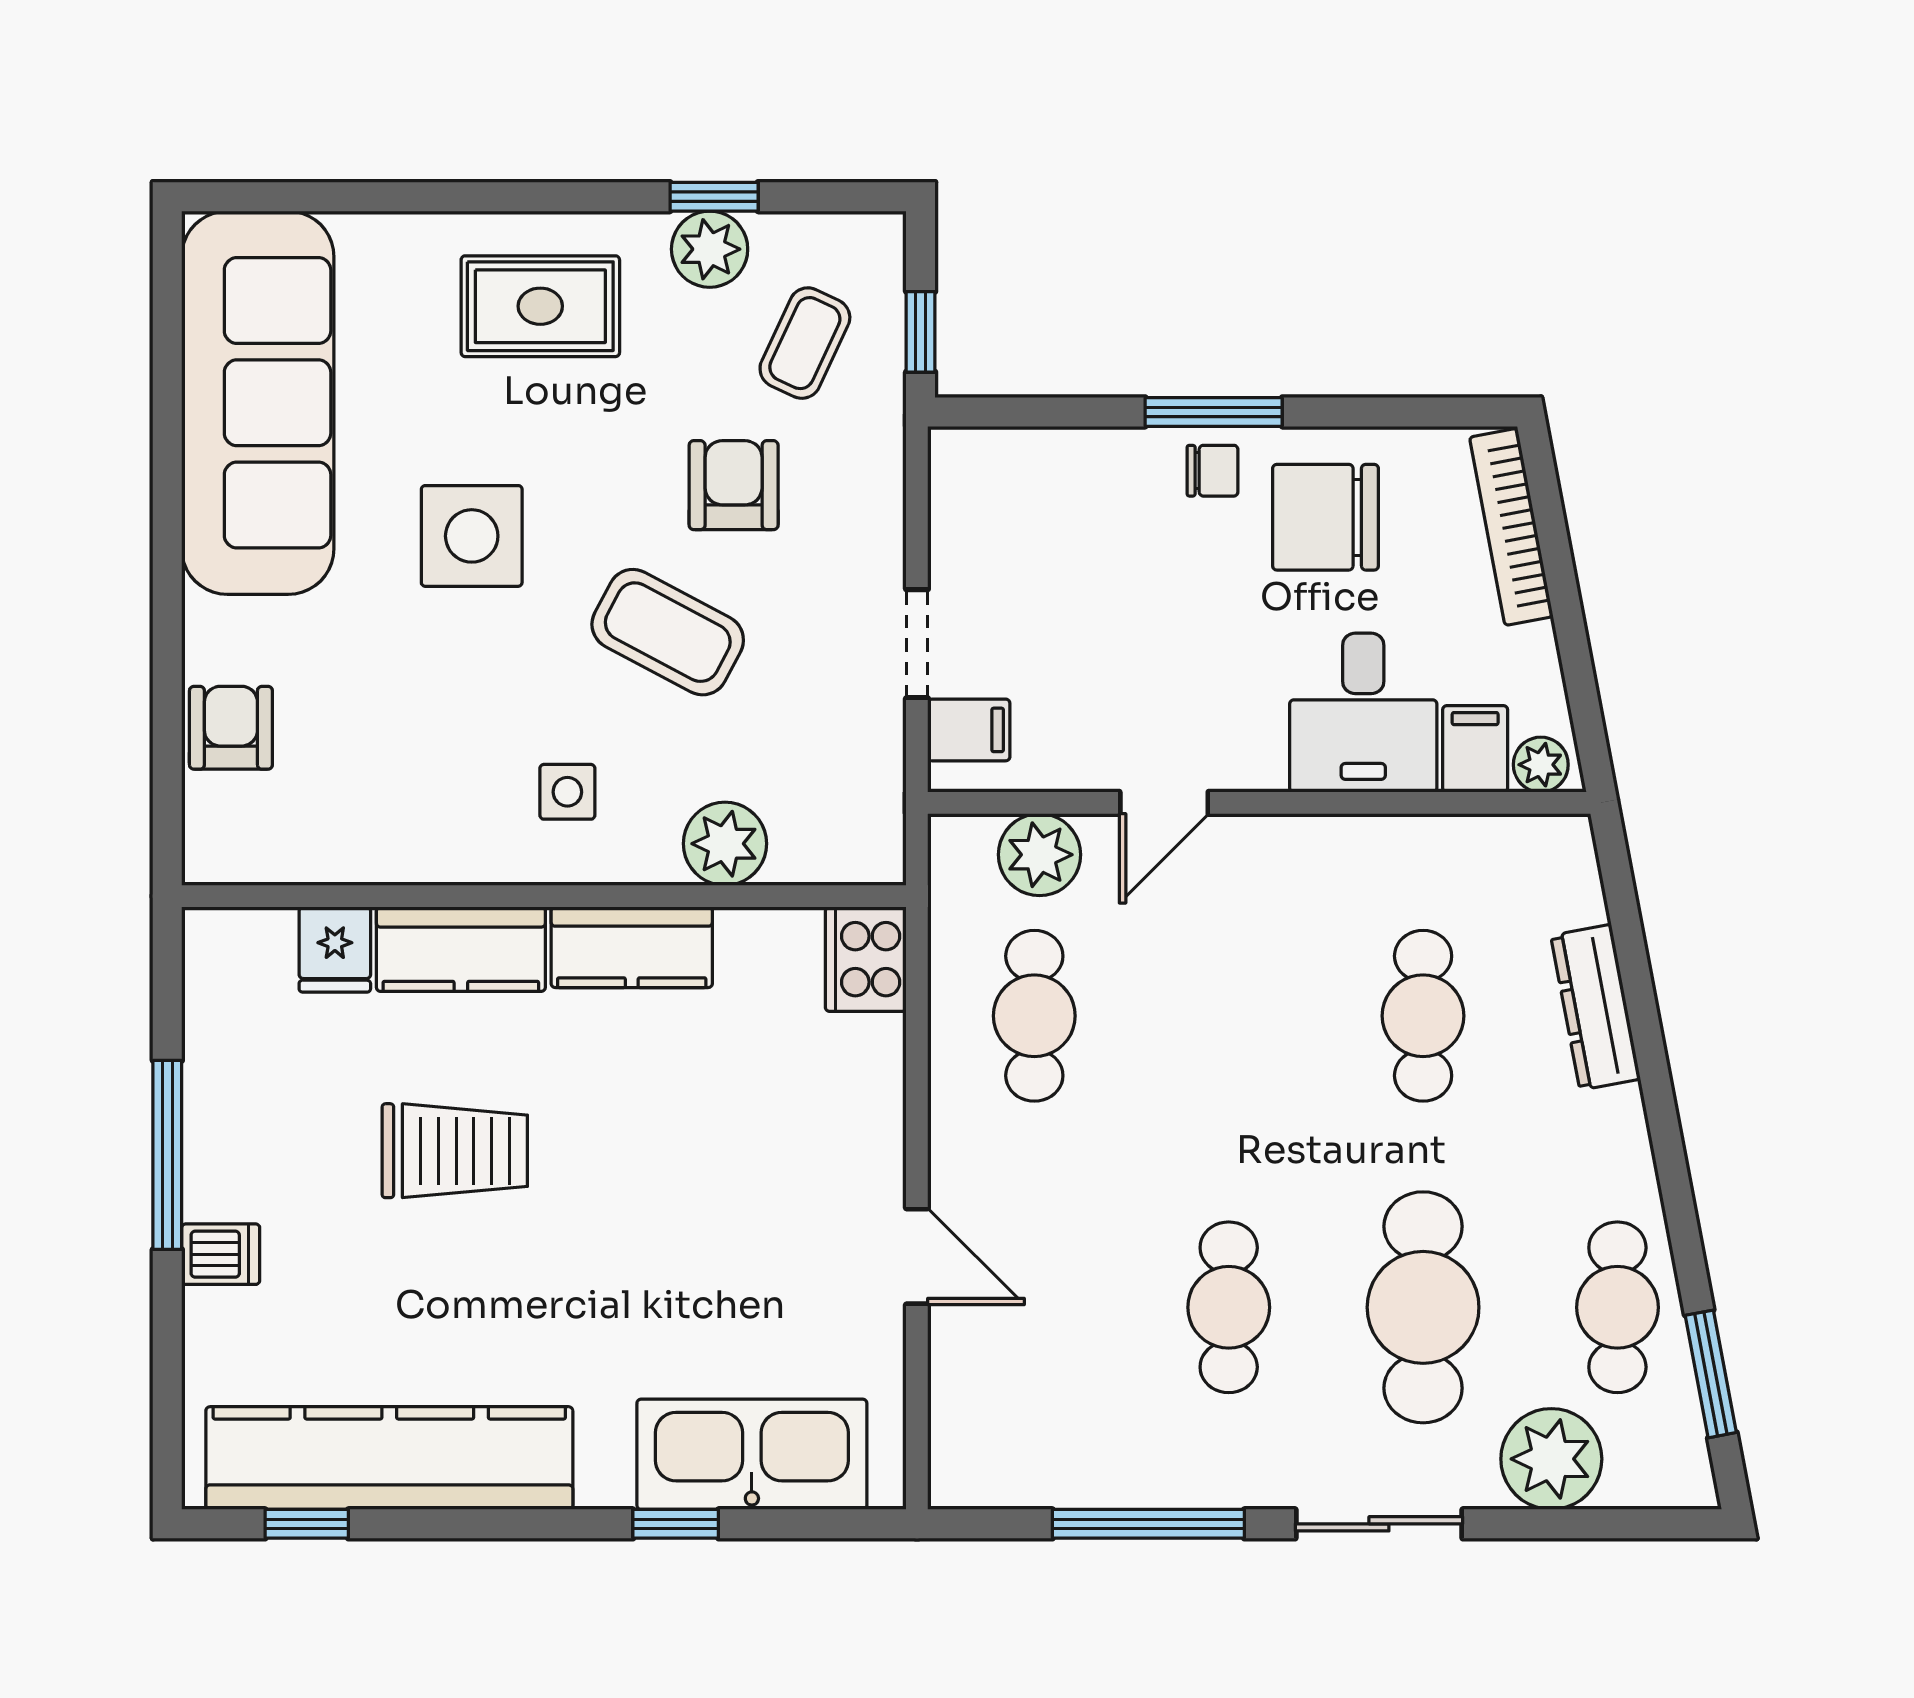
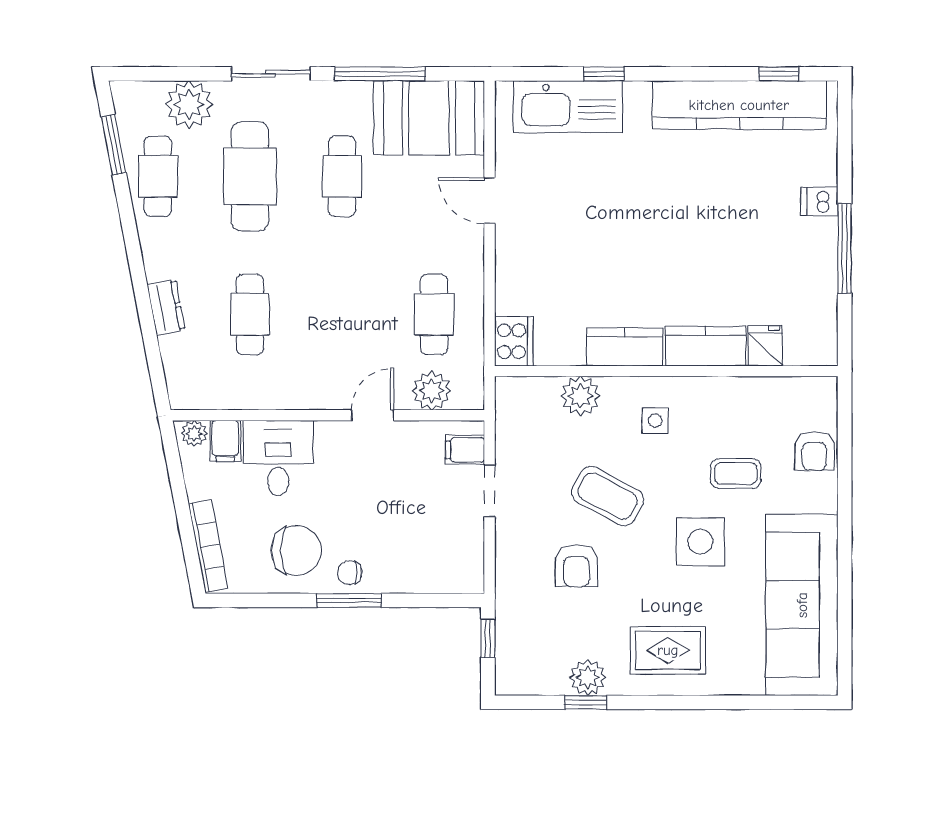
coffee table: (805, 343) -> (736, 474), moved, turned 65
dresser: (1596, 1007) -> (166, 307), width x0.70
trolley: (455, 1151) -> (708, 251), removed
booth: (1045, 1431) -> (429, 118), added

